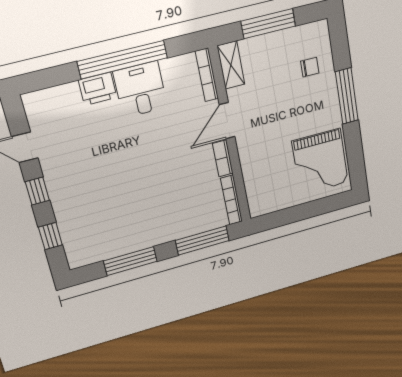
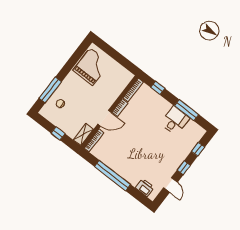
window: (268, 24) -> (58, 133), width x0.46
printer: (98, 89) -> (145, 188), moved
desk: (140, 89) -> (175, 121), moved, turned 180
window: (347, 96) -> (50, 90), moved
window: (202, 241) -> (158, 88), width x0.46

